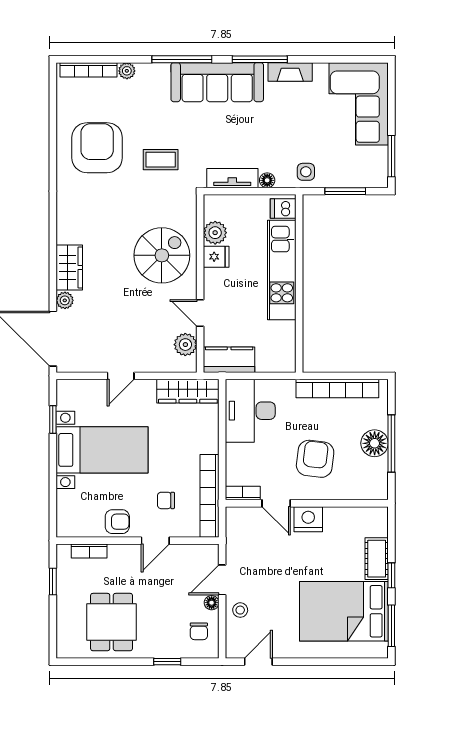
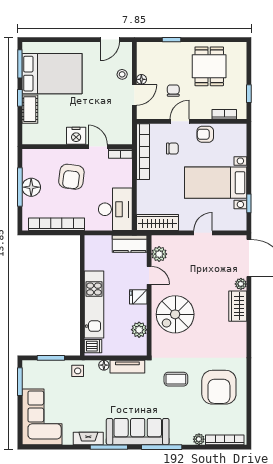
fridge: (216, 257) -> (138, 297), moved
chair: (199, 631) -> (173, 91), moved

